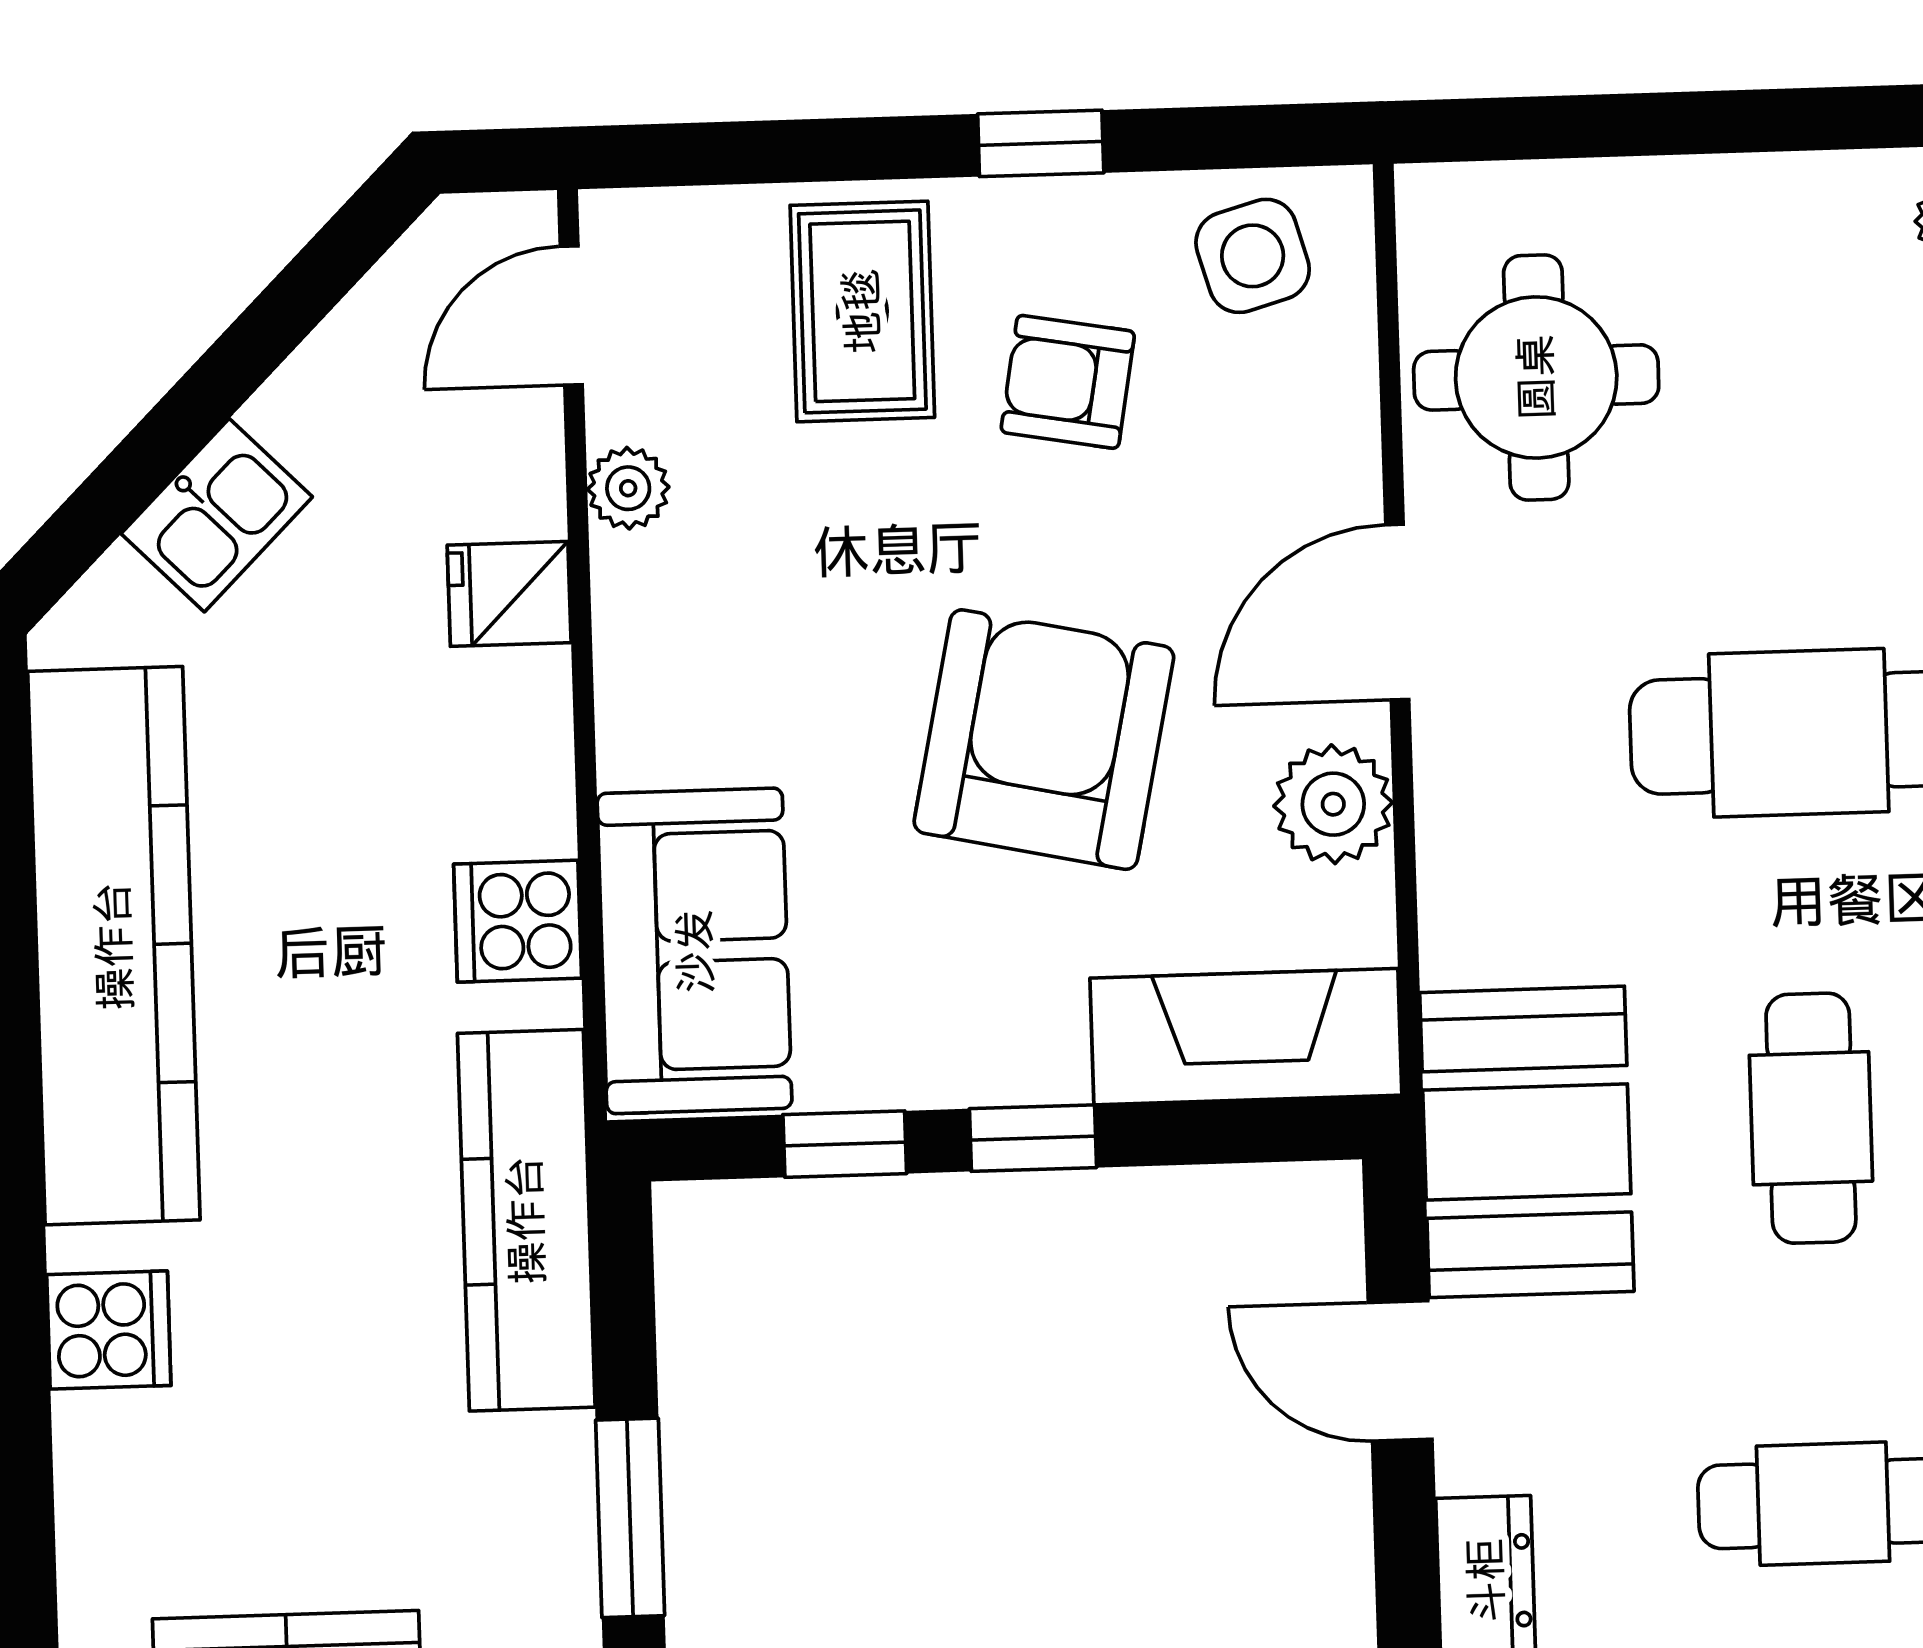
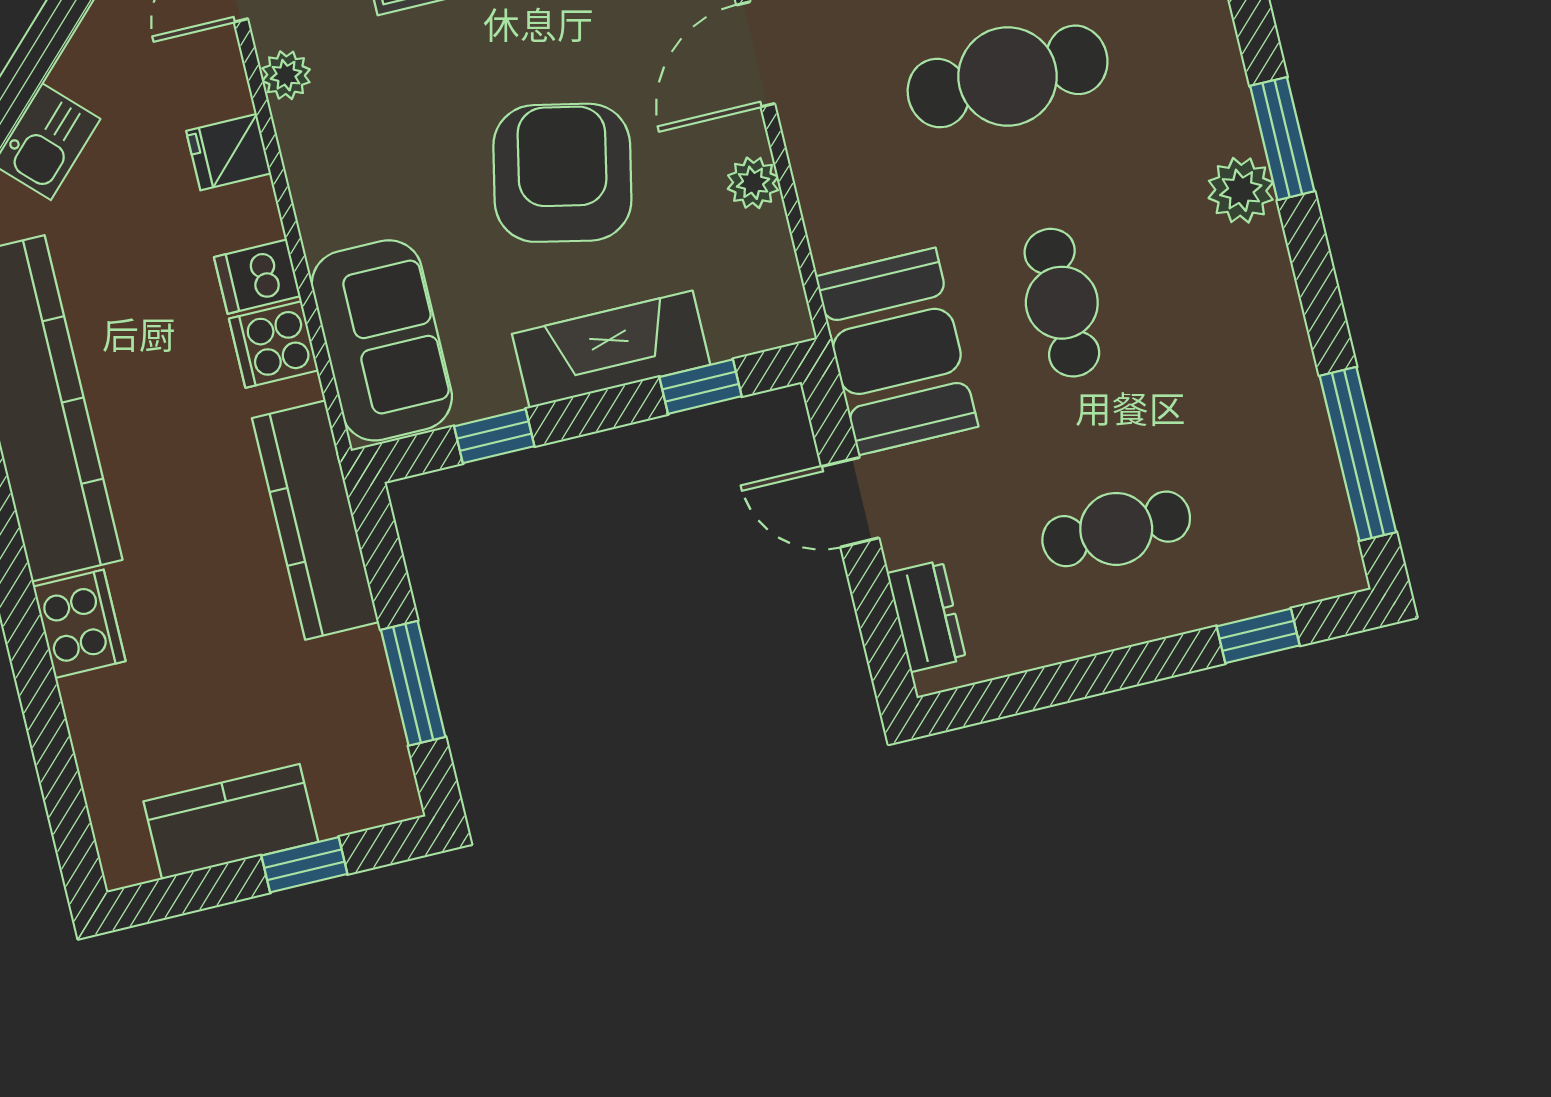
plant: (1333, 804) -> (753, 183), width x0.73, depth x0.73
dishwasher: (514, 805) -> (257, 277), added
fireplace: (1246, 1037) -> (611, 349), moved
window: (1033, 1138) -> (701, 387), moved
cooker: (109, 1330) -> (79, 624), width x1.36

